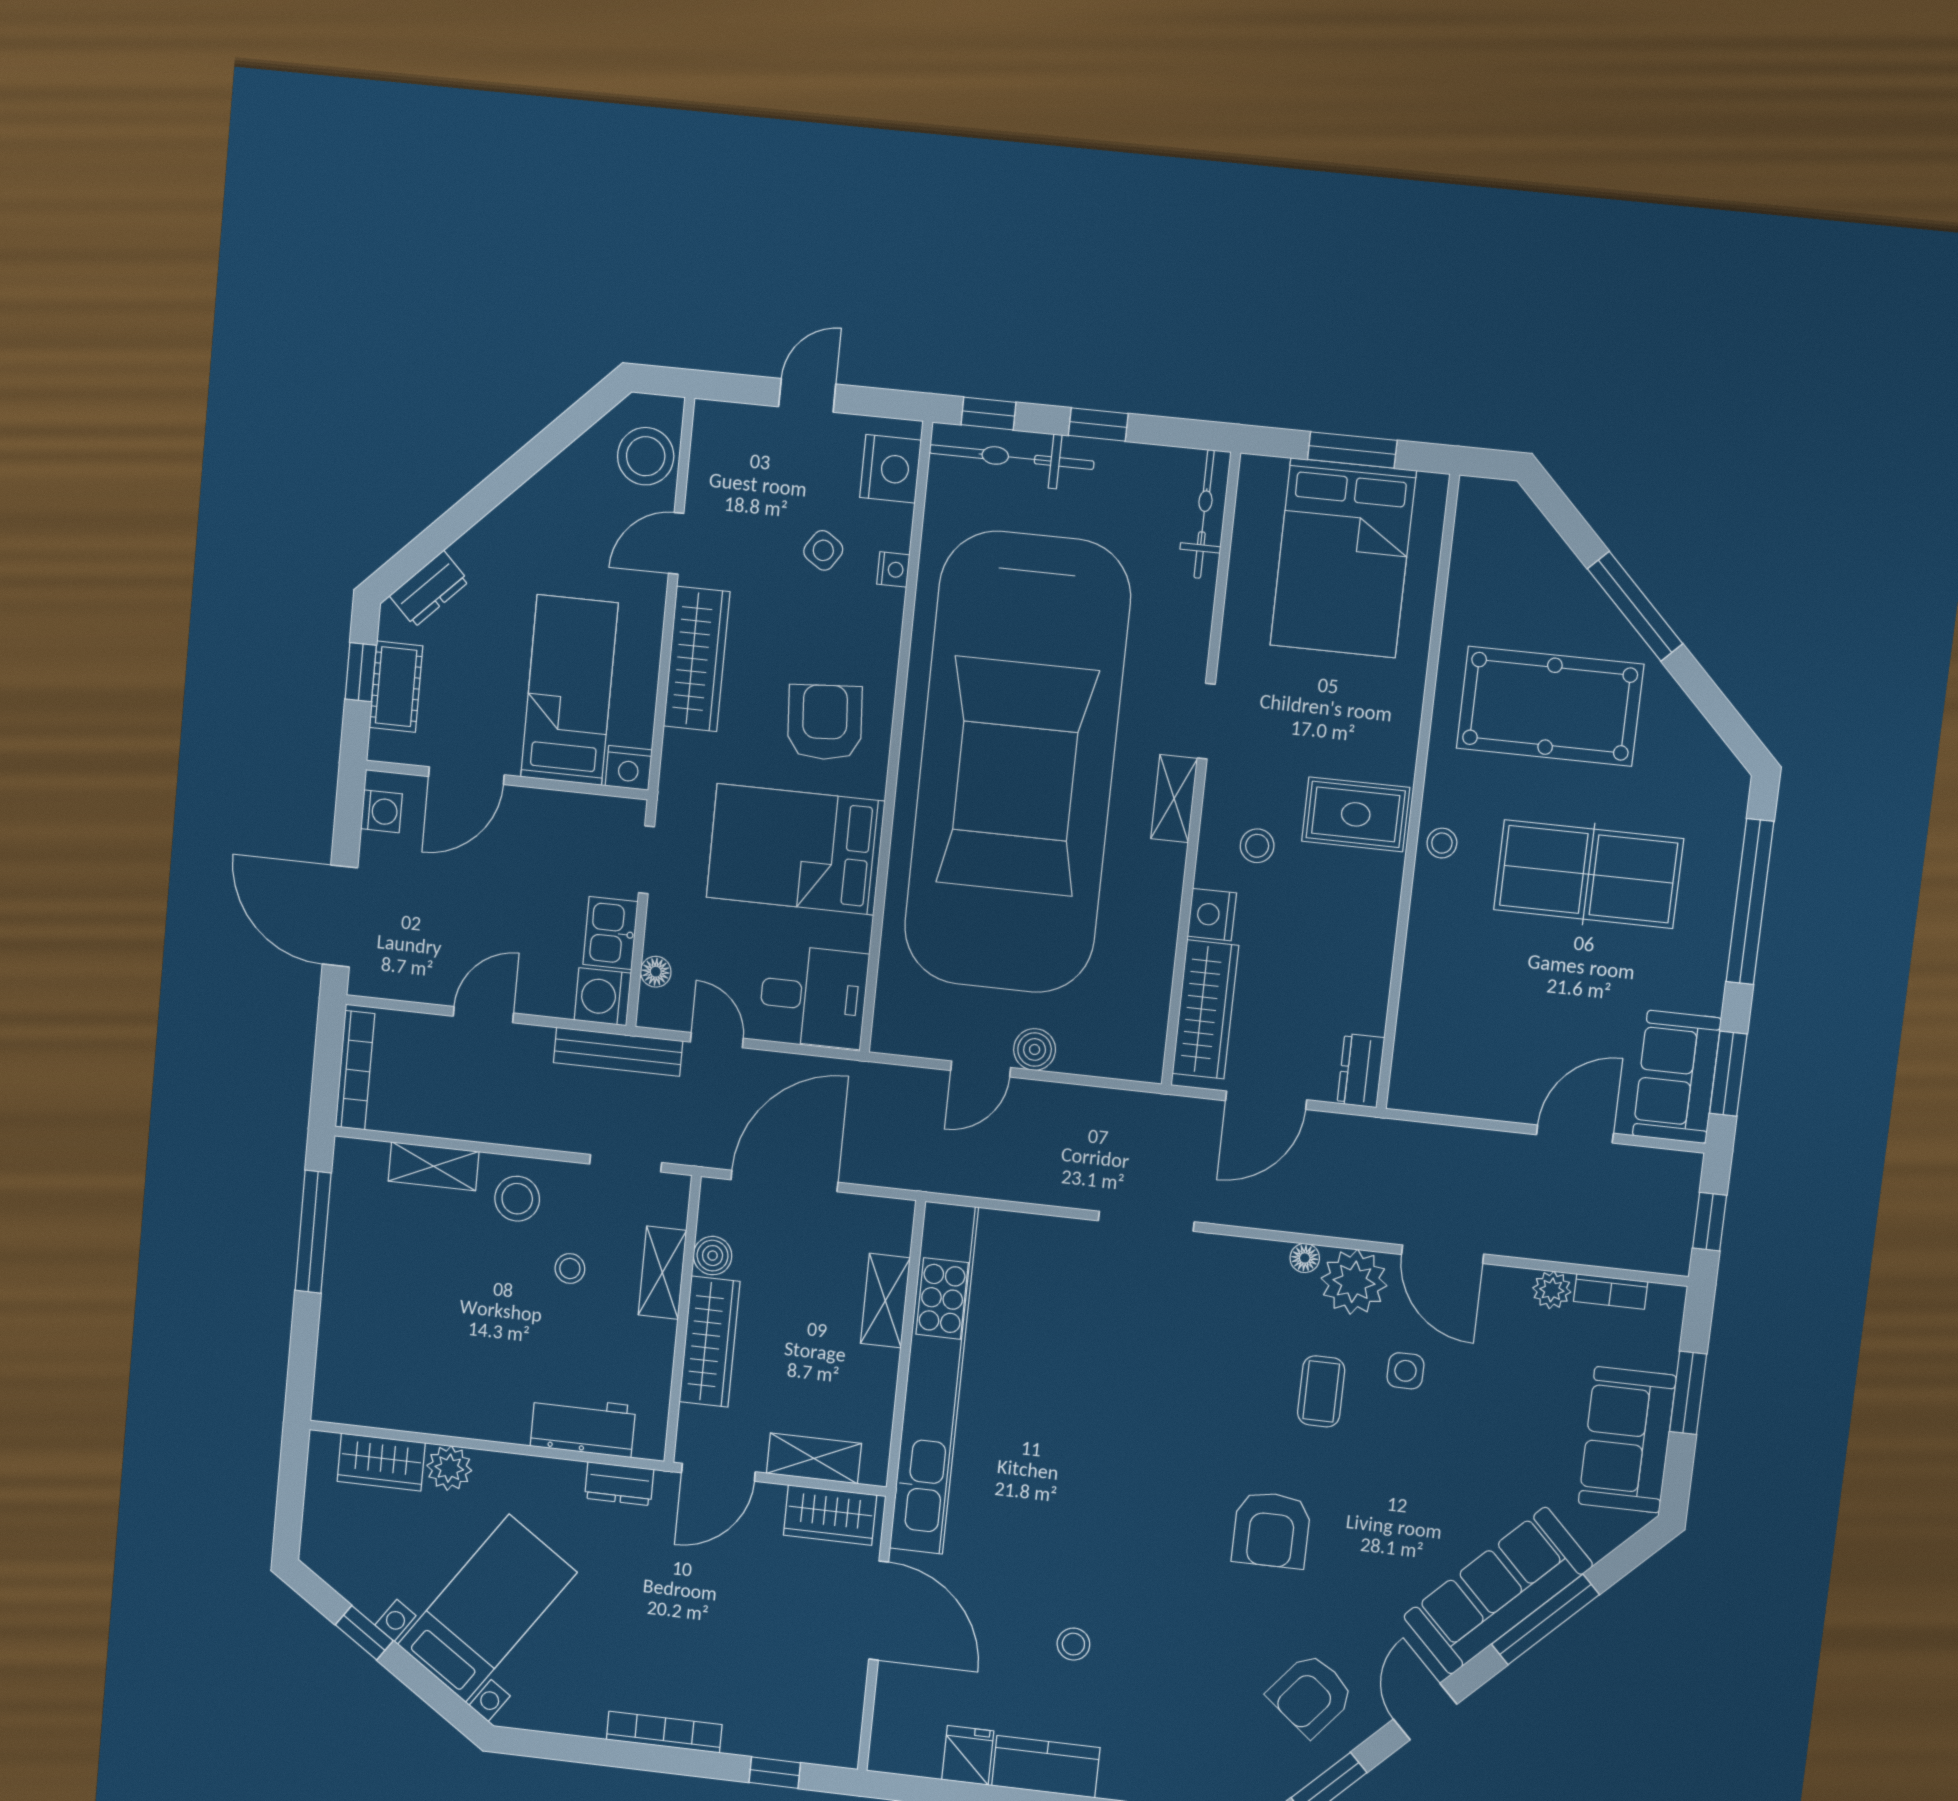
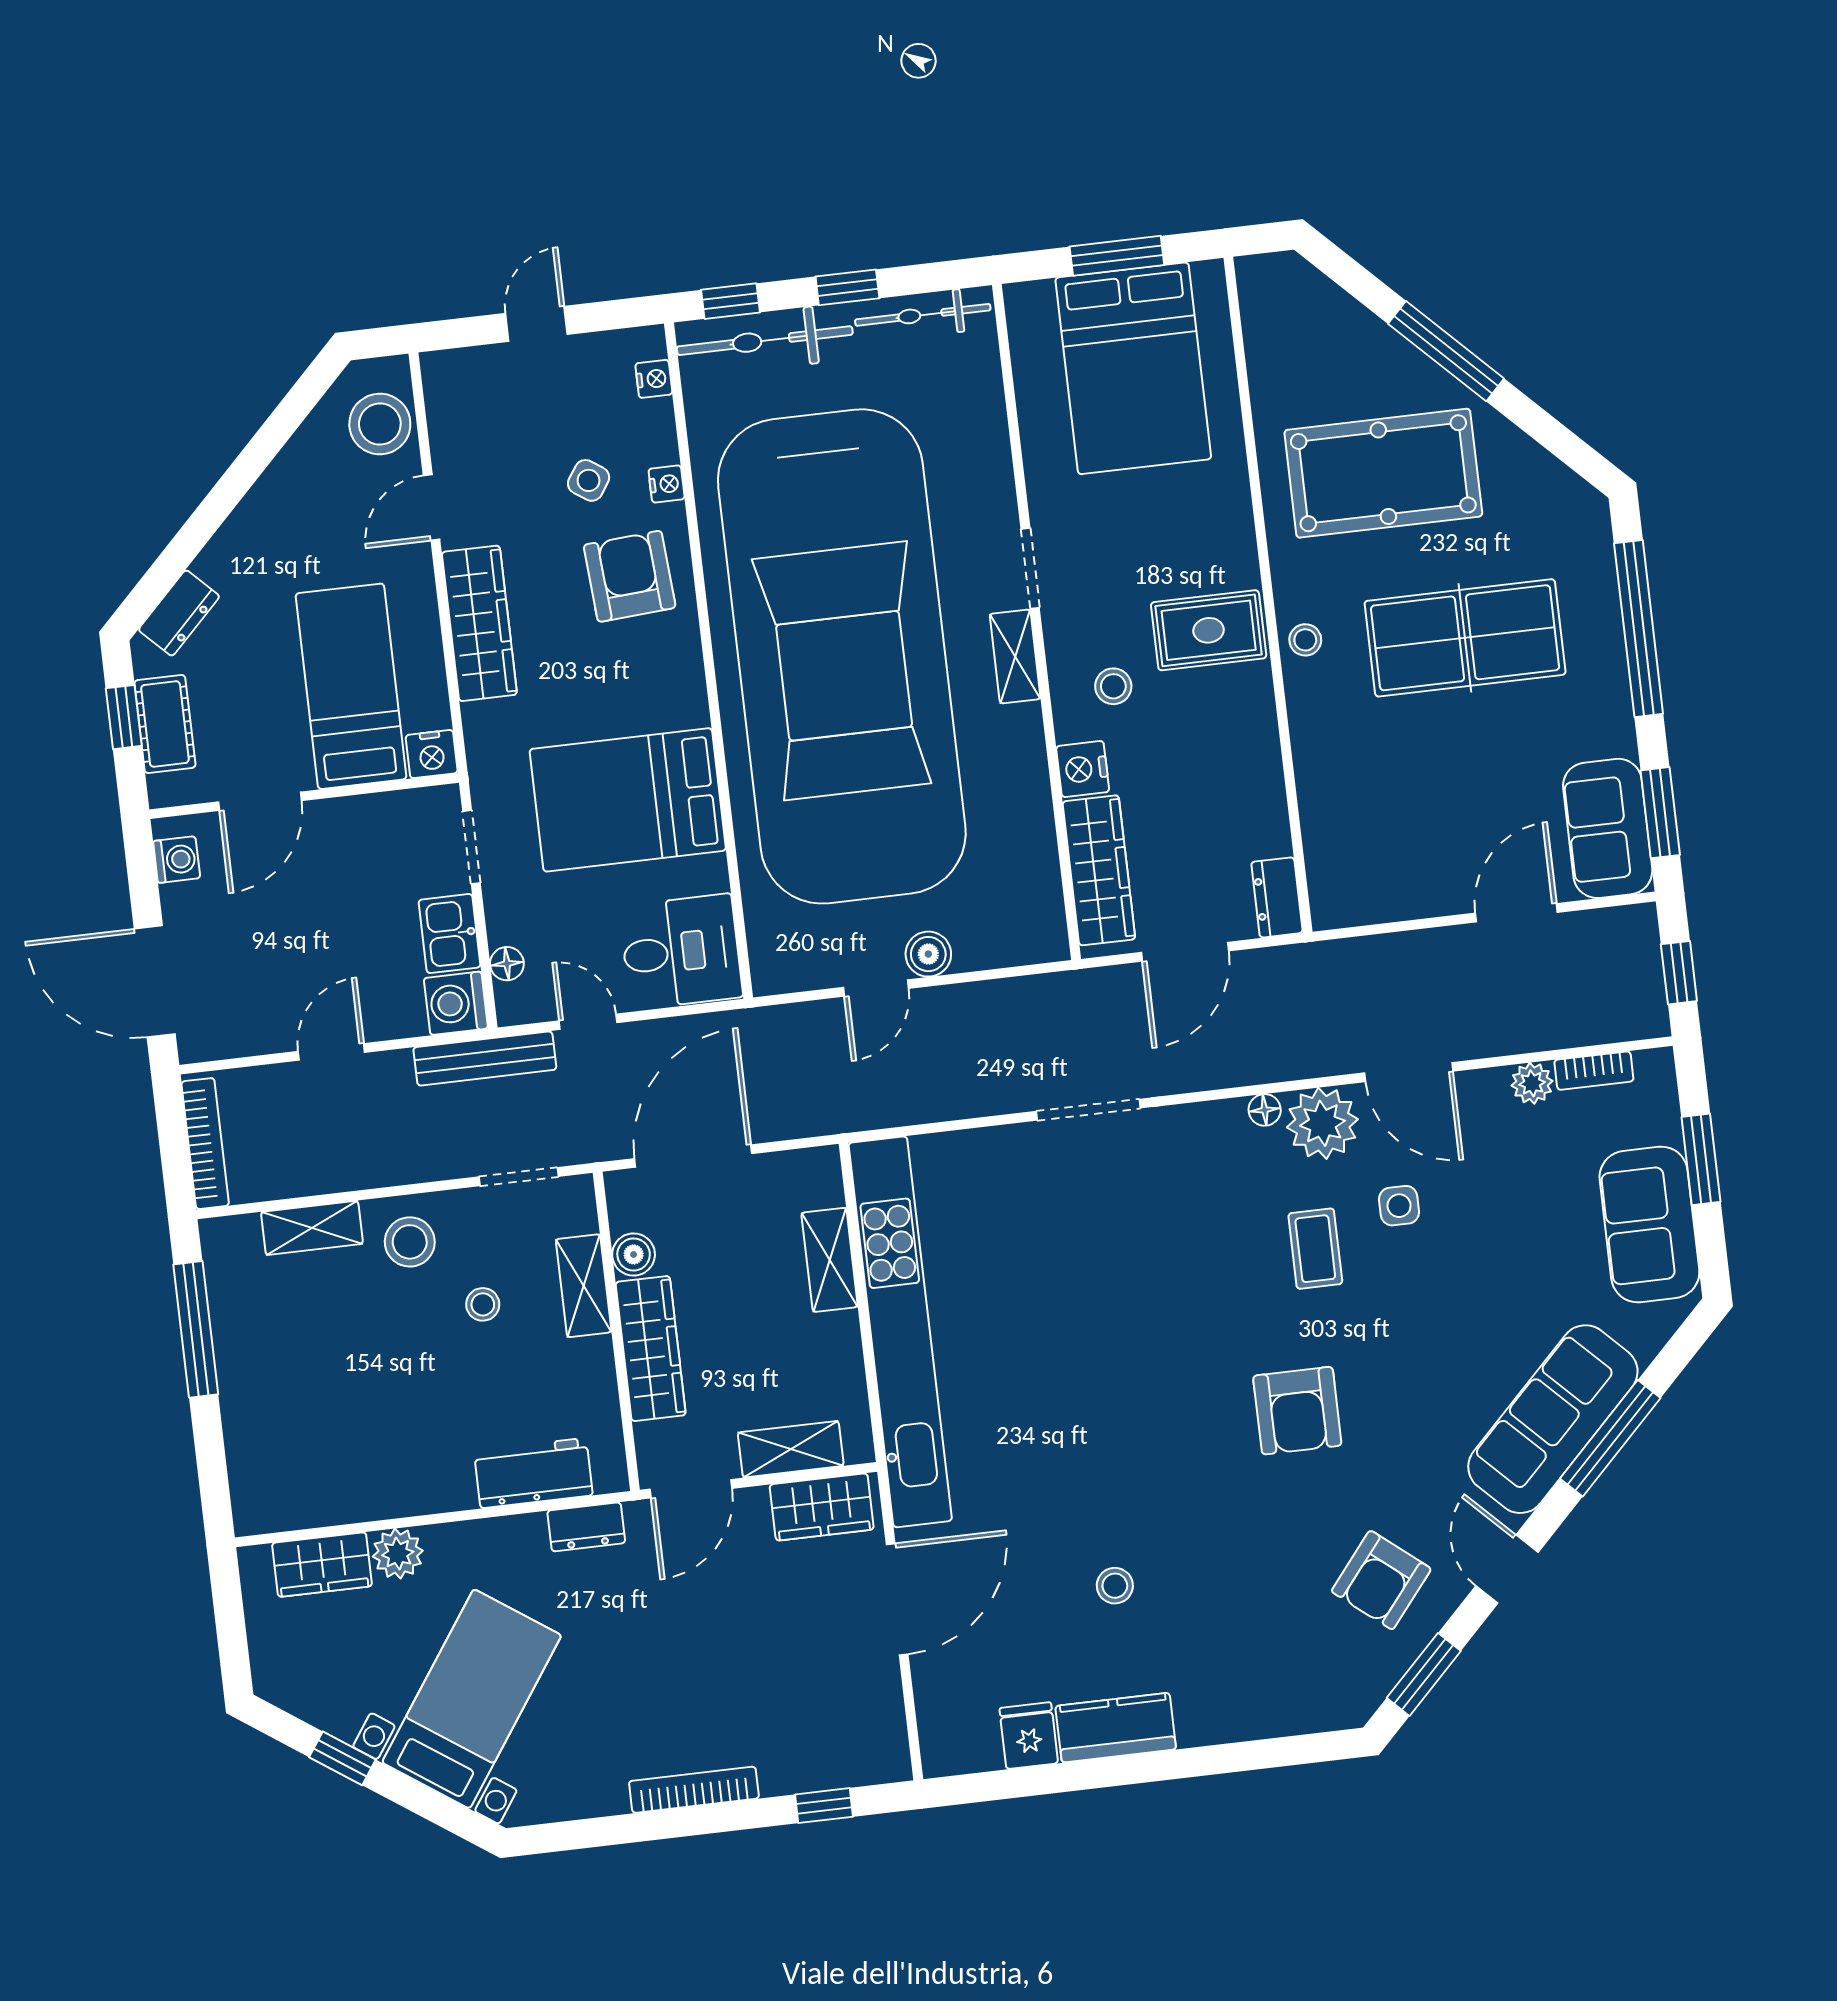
nightstand: (890, 469) -> (654, 379), width x0.53, depth x0.56
bicycle: (1204, 514) -> (923, 315), moved, turned -90
armchair: (825, 722) -> (630, 576), moved
door: (879, 1611) -> (897, 1599), hinge flipped

